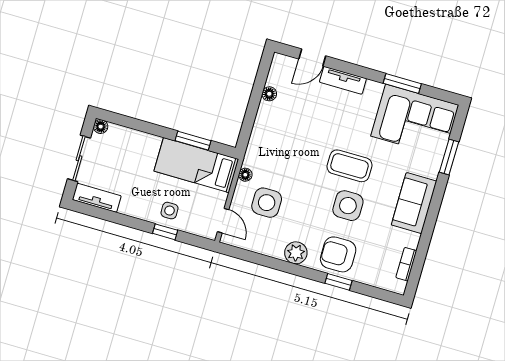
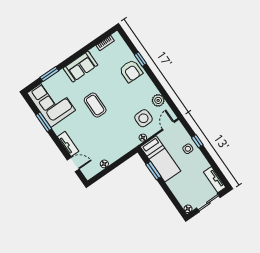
side table: (348, 206) -> (110, 89), removed
plant: (296, 253) -> (158, 100), moved

